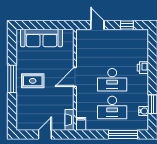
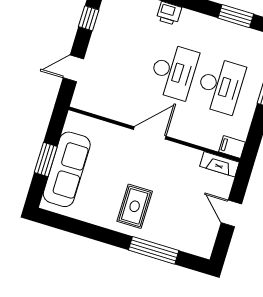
window: (43, 25) -> (46, 159), added
door: (75, 77) -> (150, 133), swing flipped
window: (12, 79) -> (154, 250), moved
water cooler: (144, 111) -> (243, 34), removed

